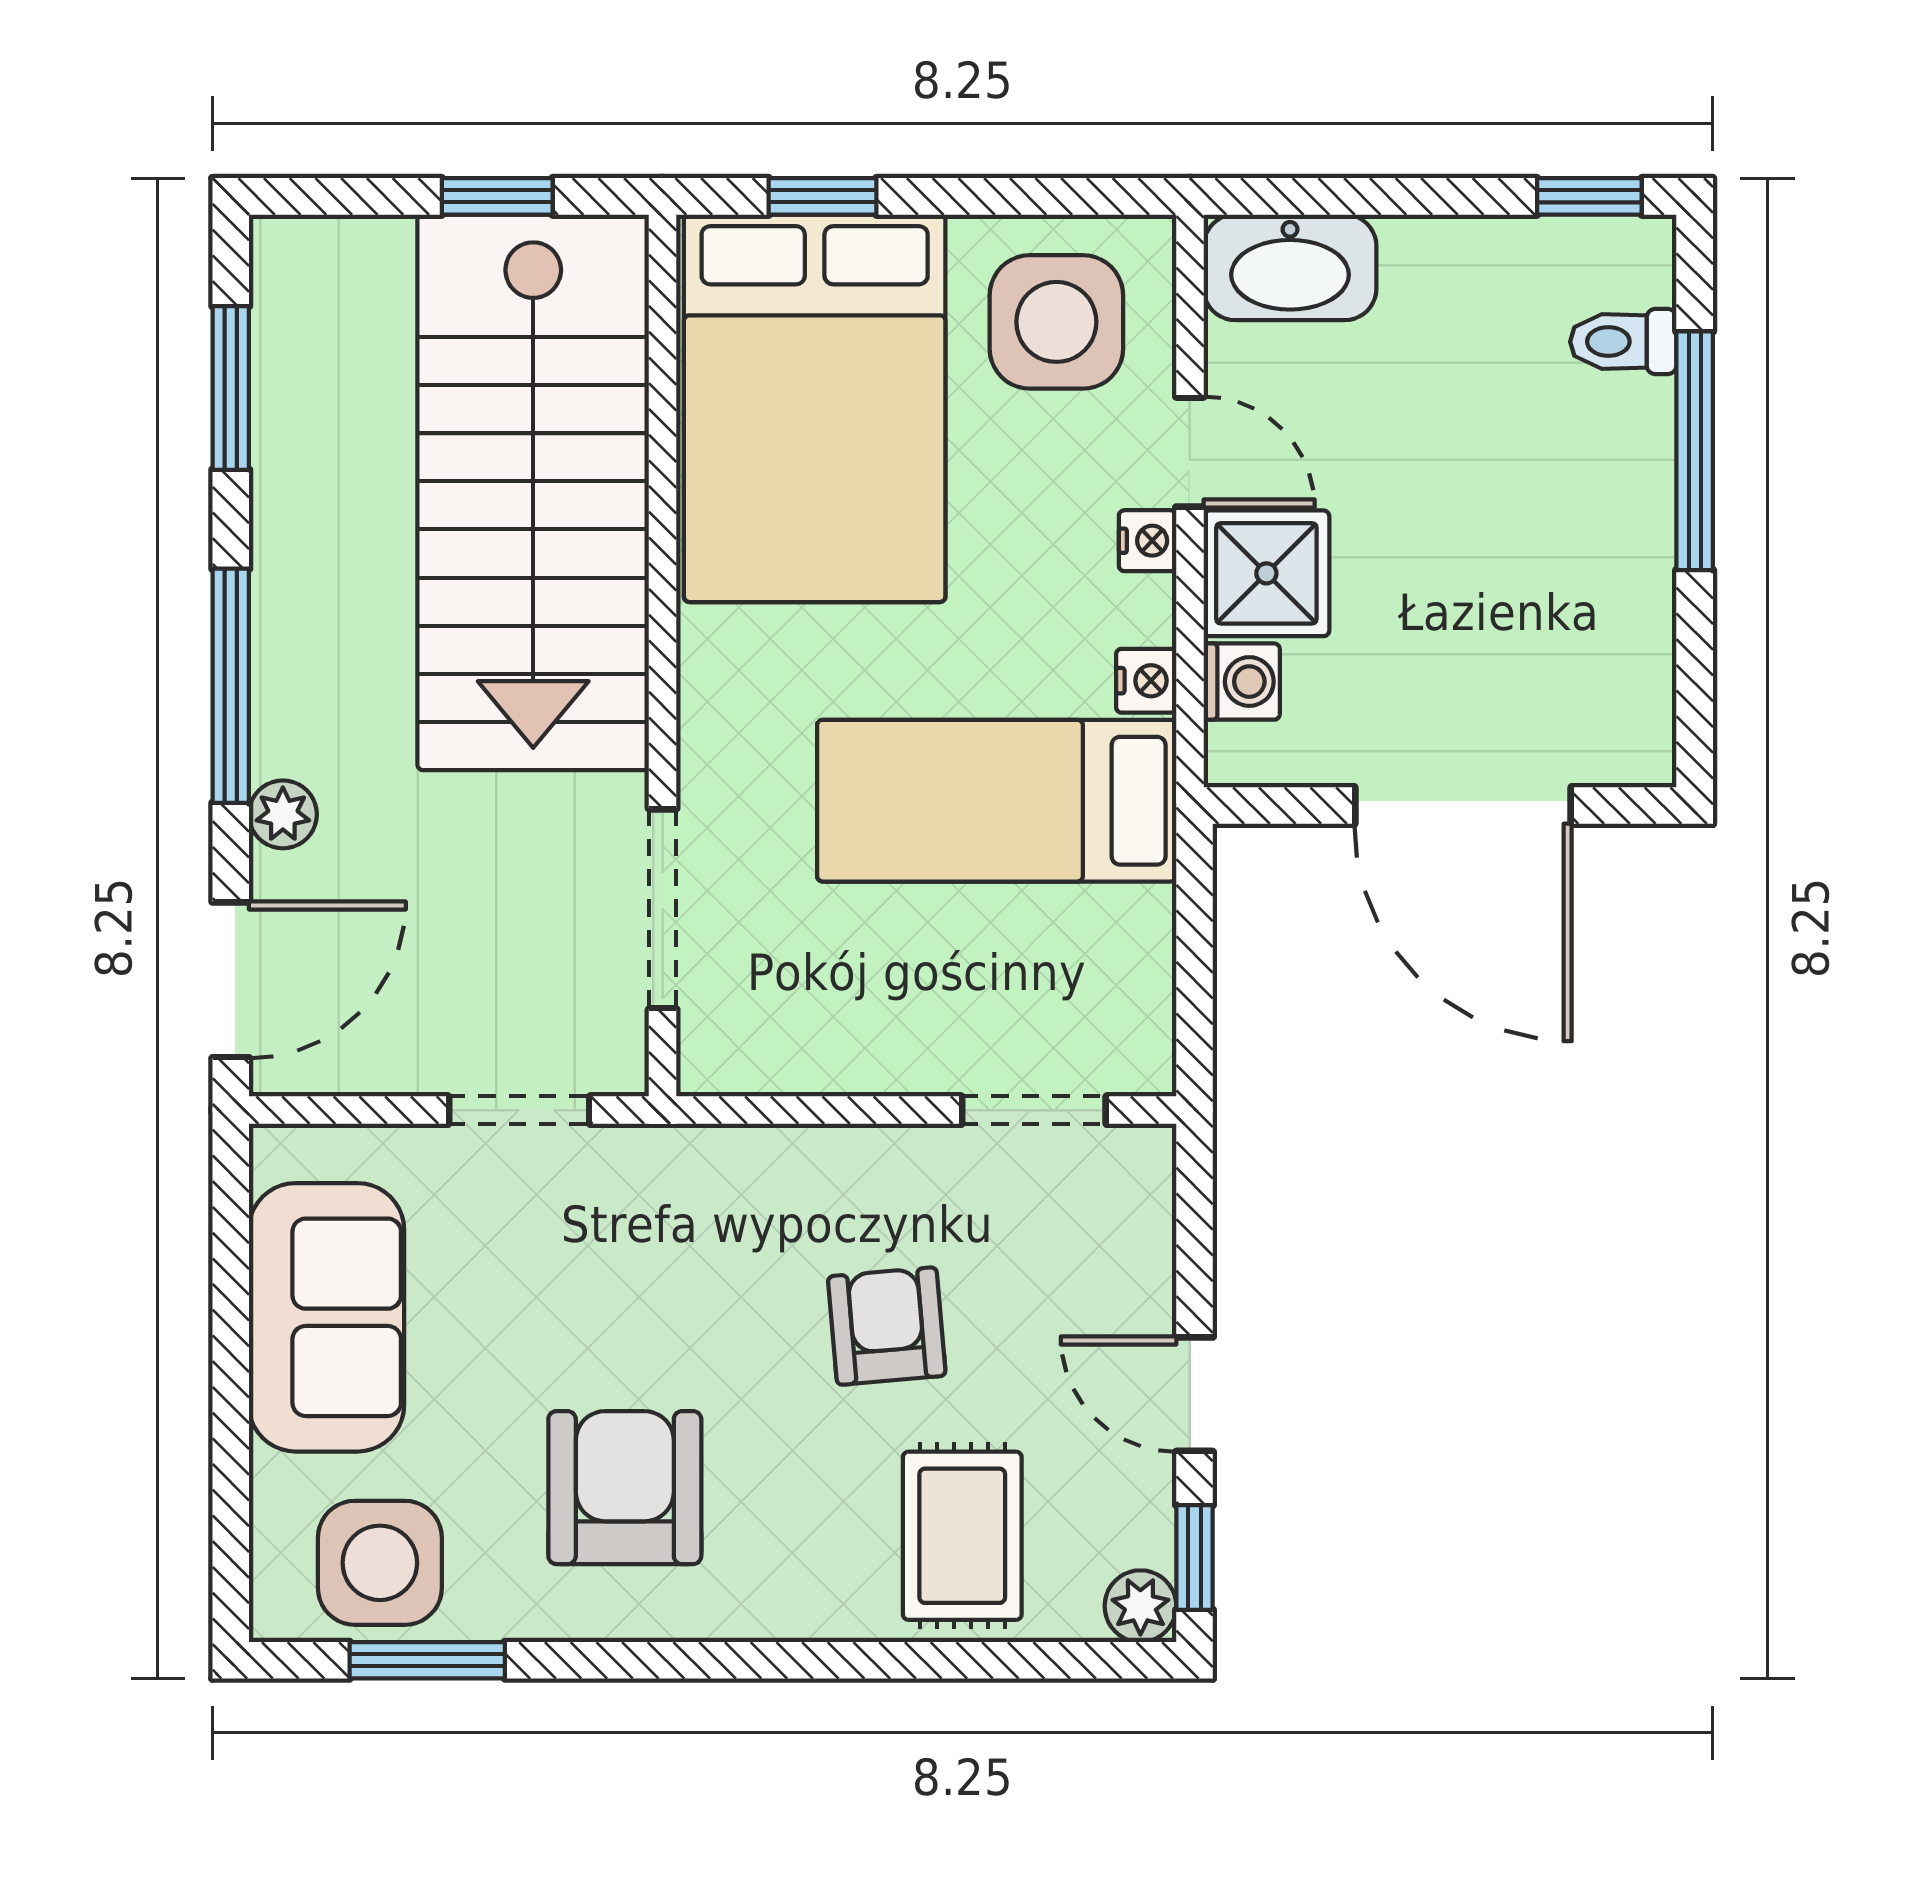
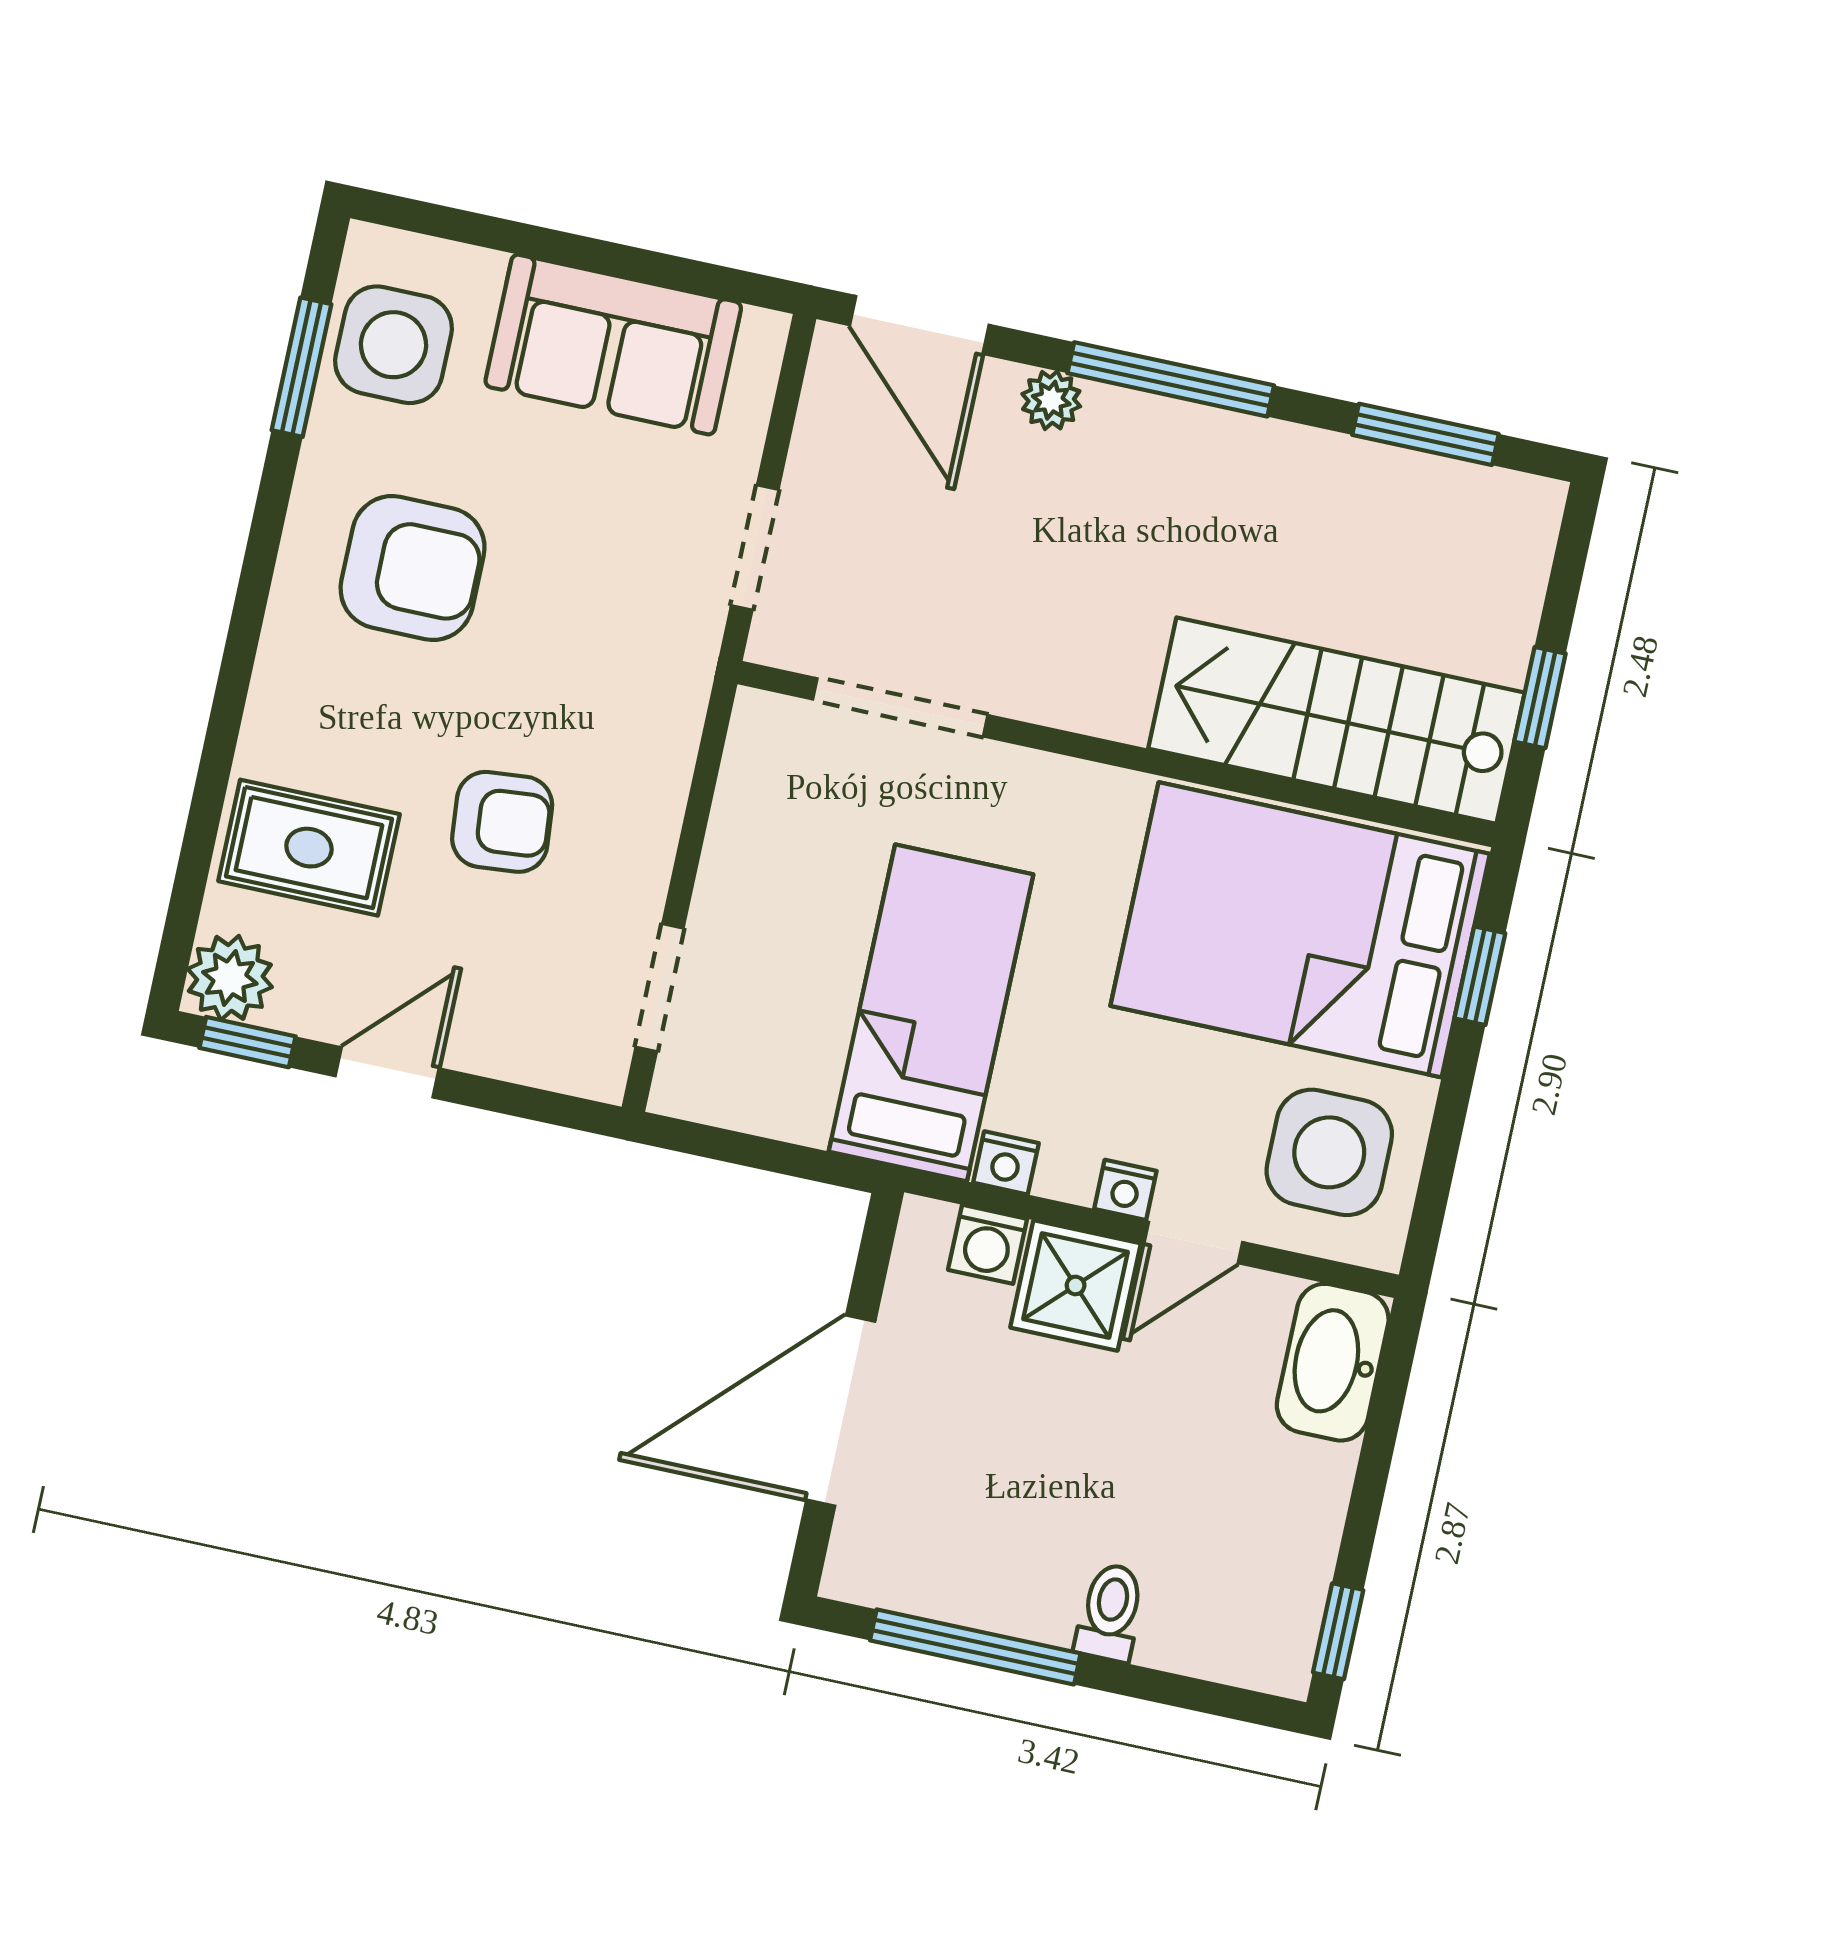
toilet: (1623, 342) -> (1110, 1612), moved
window: (1695, 451) -> (975, 1647), moved
stairs: (533, 492) -> (1336, 721), width x0.73, depth x0.66
plant: (1140, 1606) -> (230, 978), width x1.38, depth x1.38

